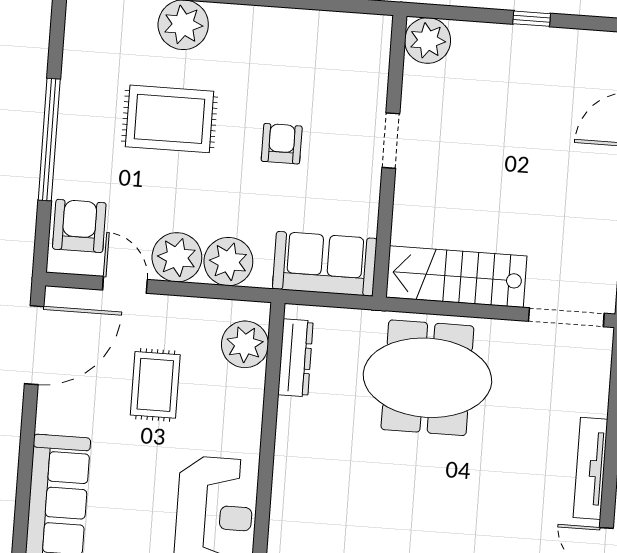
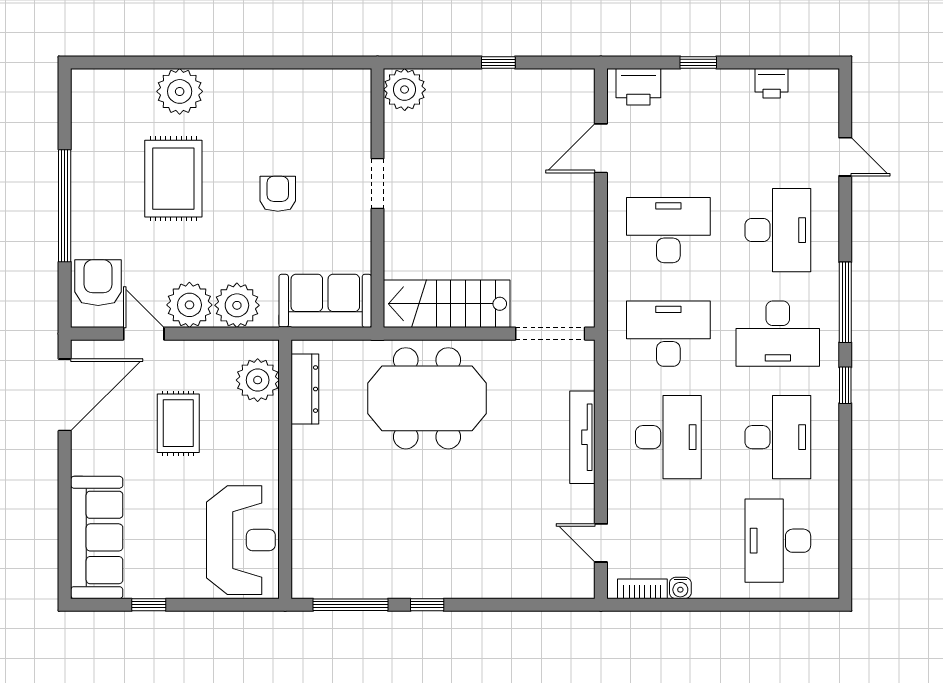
rug: (170, 119) -> (173, 179), turned 90
tv unit: (590, 468) -> (582, 437), moved

